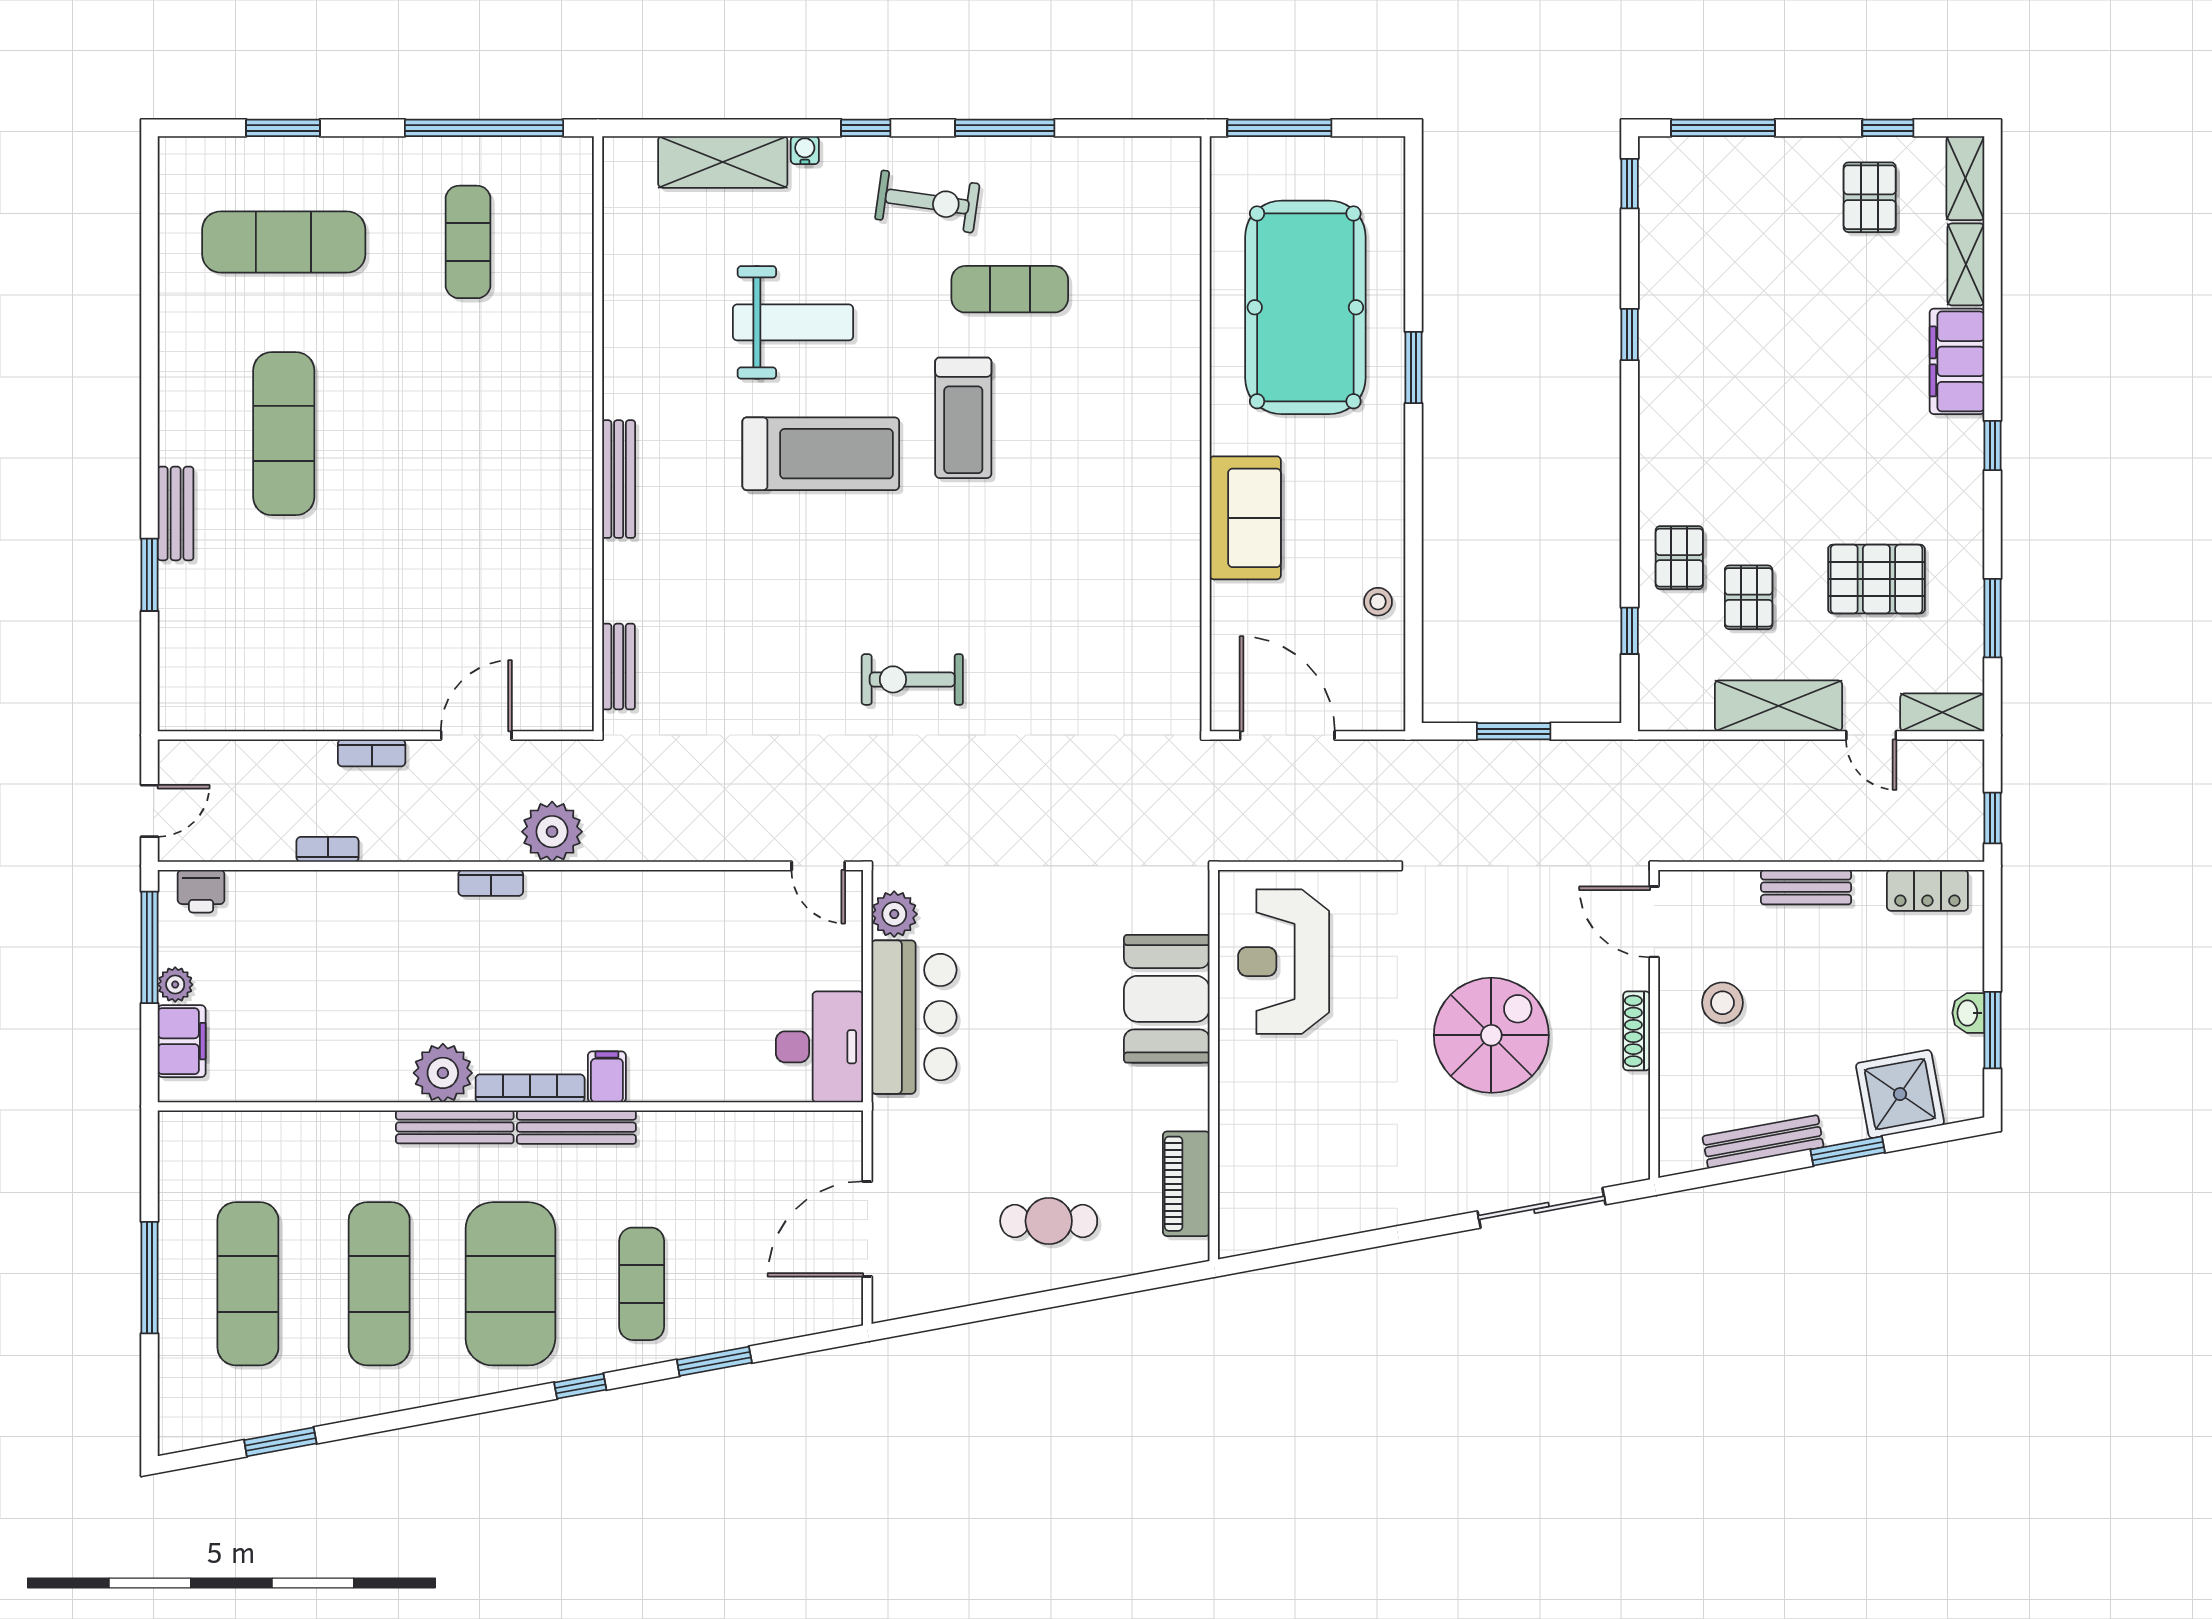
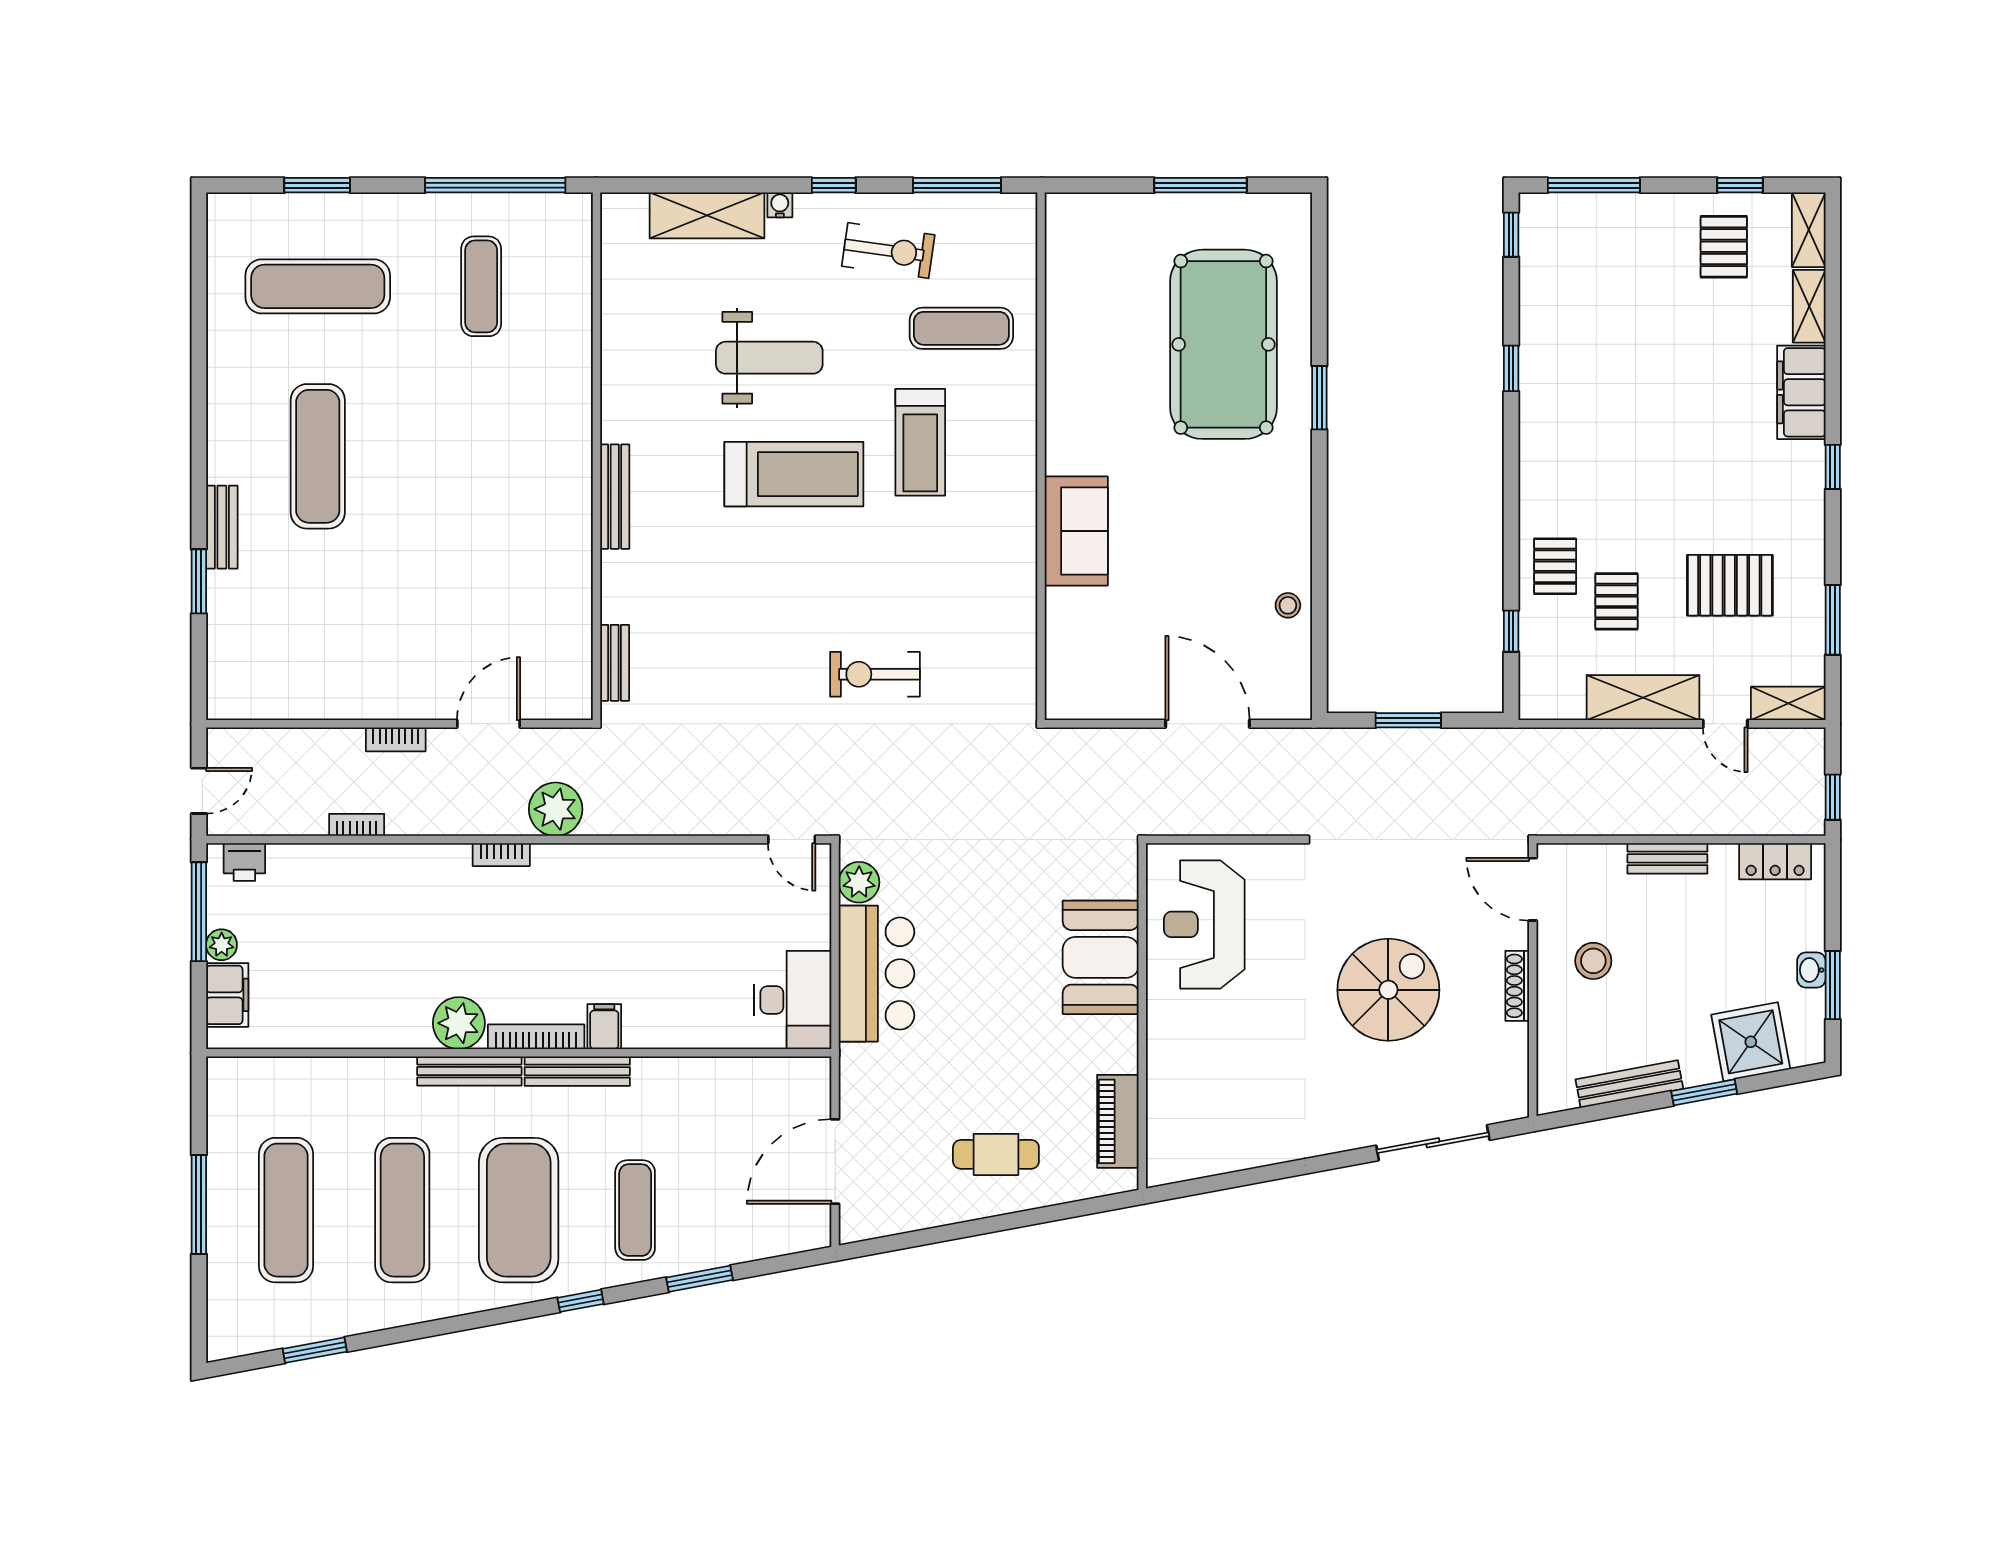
wall: (1206, 434) -> (1041, 456), moved
sofa: (1245, 518) -> (1076, 531), moved

